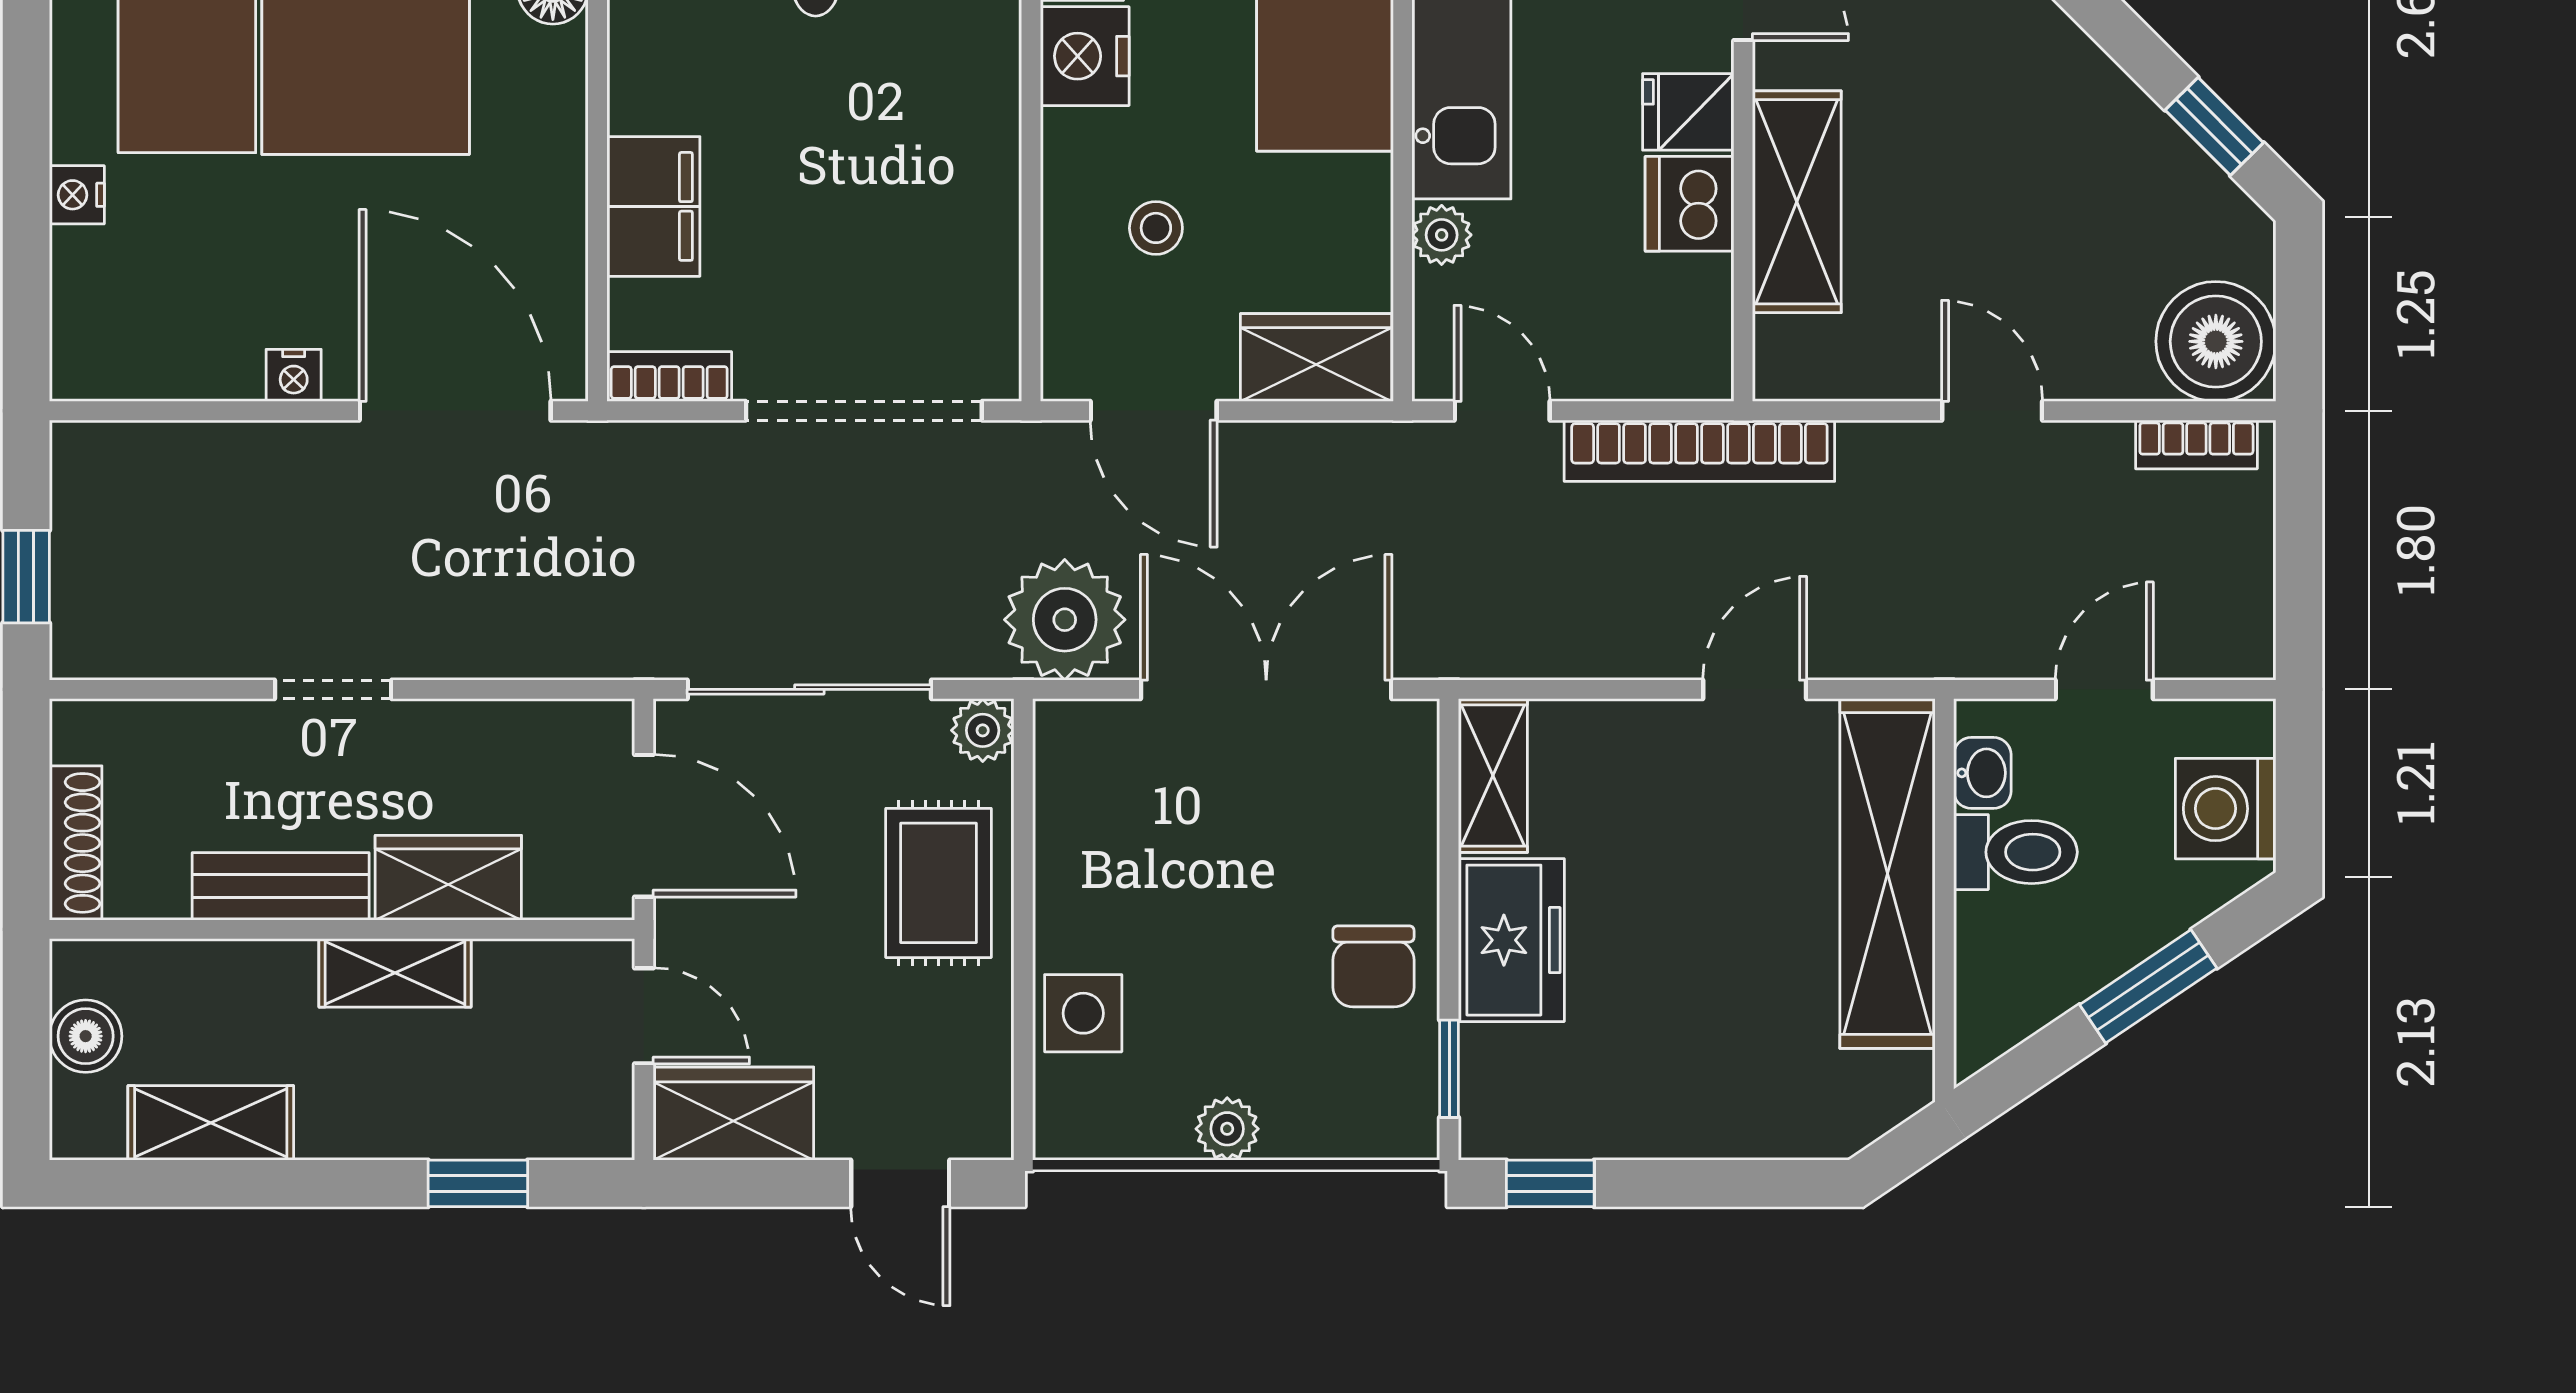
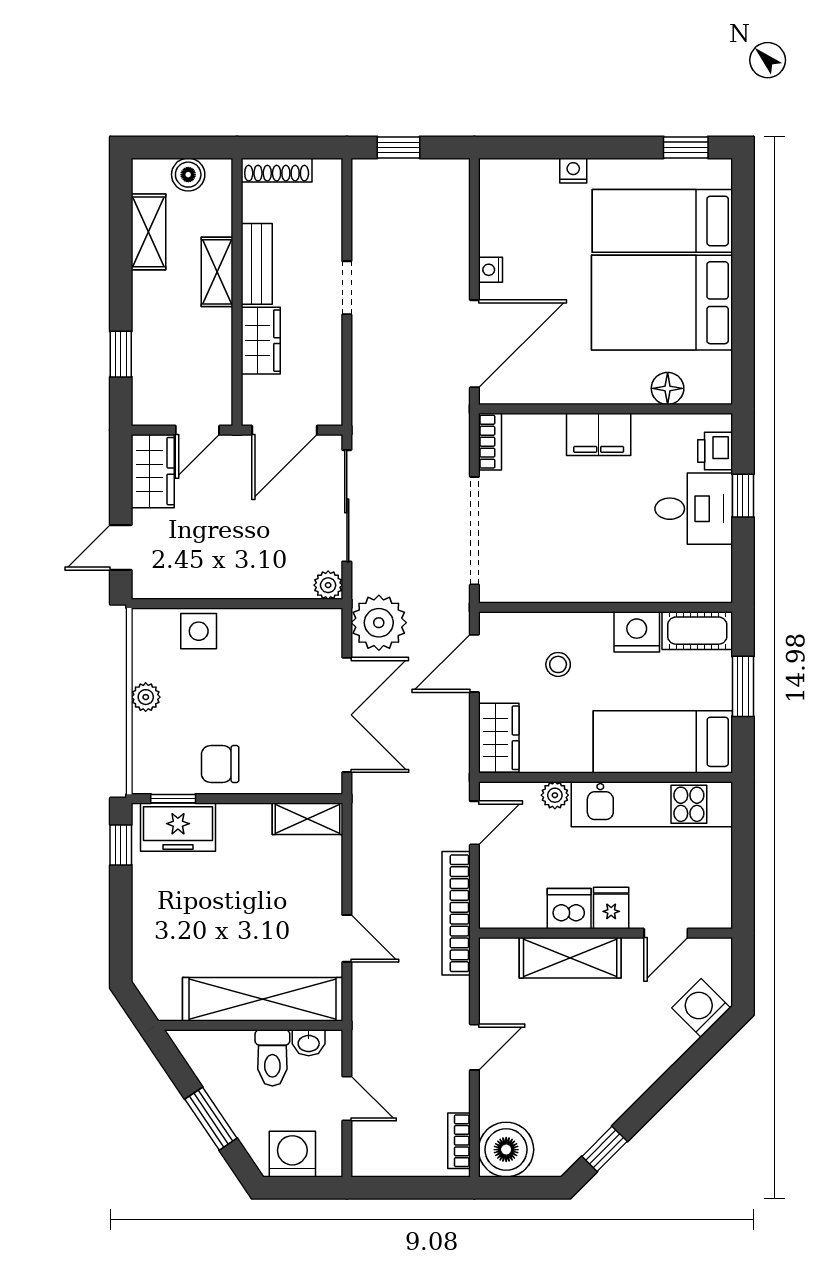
filing cabinet: (653, 206) -> (599, 434), moved
rug: (938, 883) -> (258, 565), removed
freezer: (1511, 940) -> (178, 827), moved
shelving: (395, 973) -> (217, 272), moved

